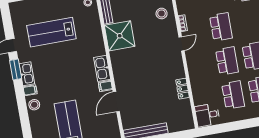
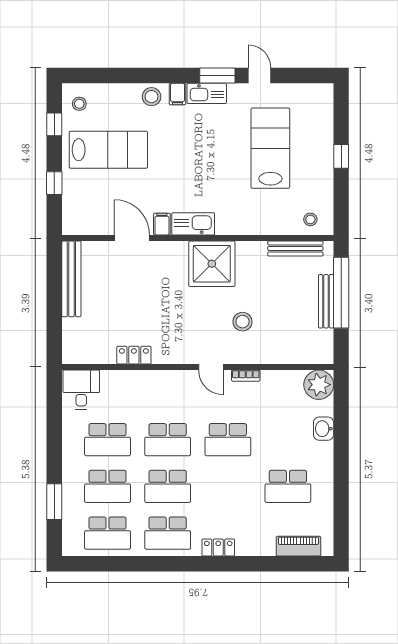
stool: (162, 13) -> (242, 322), moved
shower: (120, 36) -> (212, 264), moved

